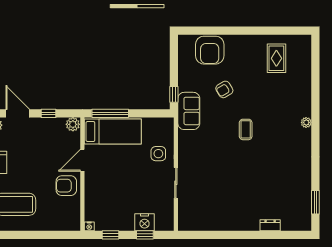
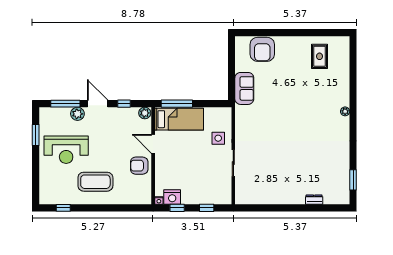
armchair: (224, 89) -> (275, 83), removed
window: (174, 94) -> (232, 87), removed
sofa: (189, 111) -> (244, 88), moved
coffee table: (246, 129) -> (293, 117), removed
door: (82, 160) -> (153, 144), hinge flipped
nightstand: (145, 222) -> (172, 197), moved

